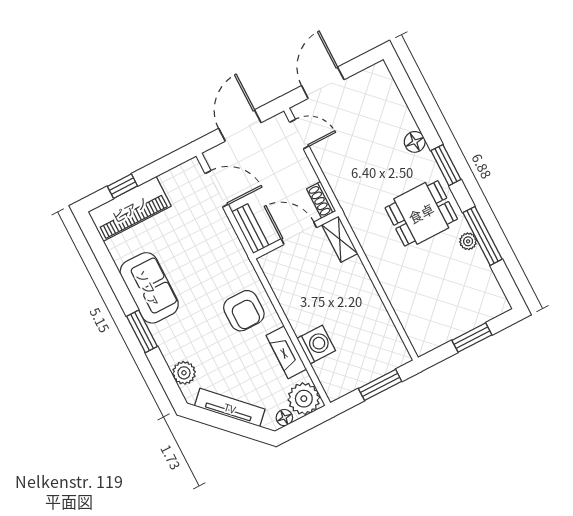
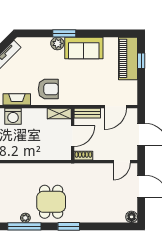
floor lamp: (415, 142) -> (132, 217), moved
shelving: (340, 239) -> (59, 114), moved
armchair: (244, 311) -> (48, 89), turned 180
plant: (184, 373) -> (57, 43), moved

